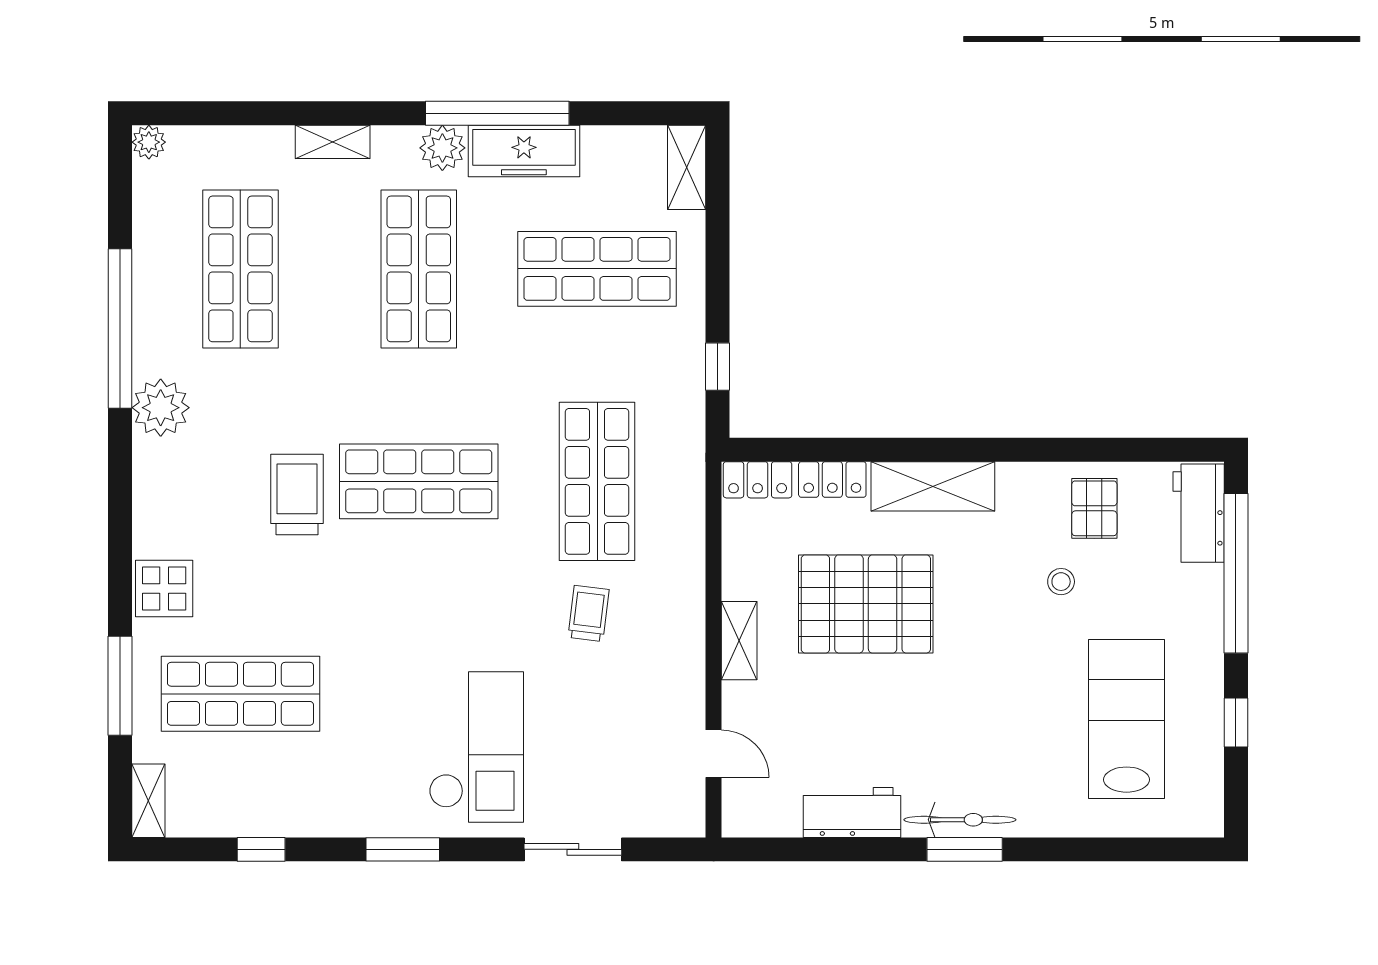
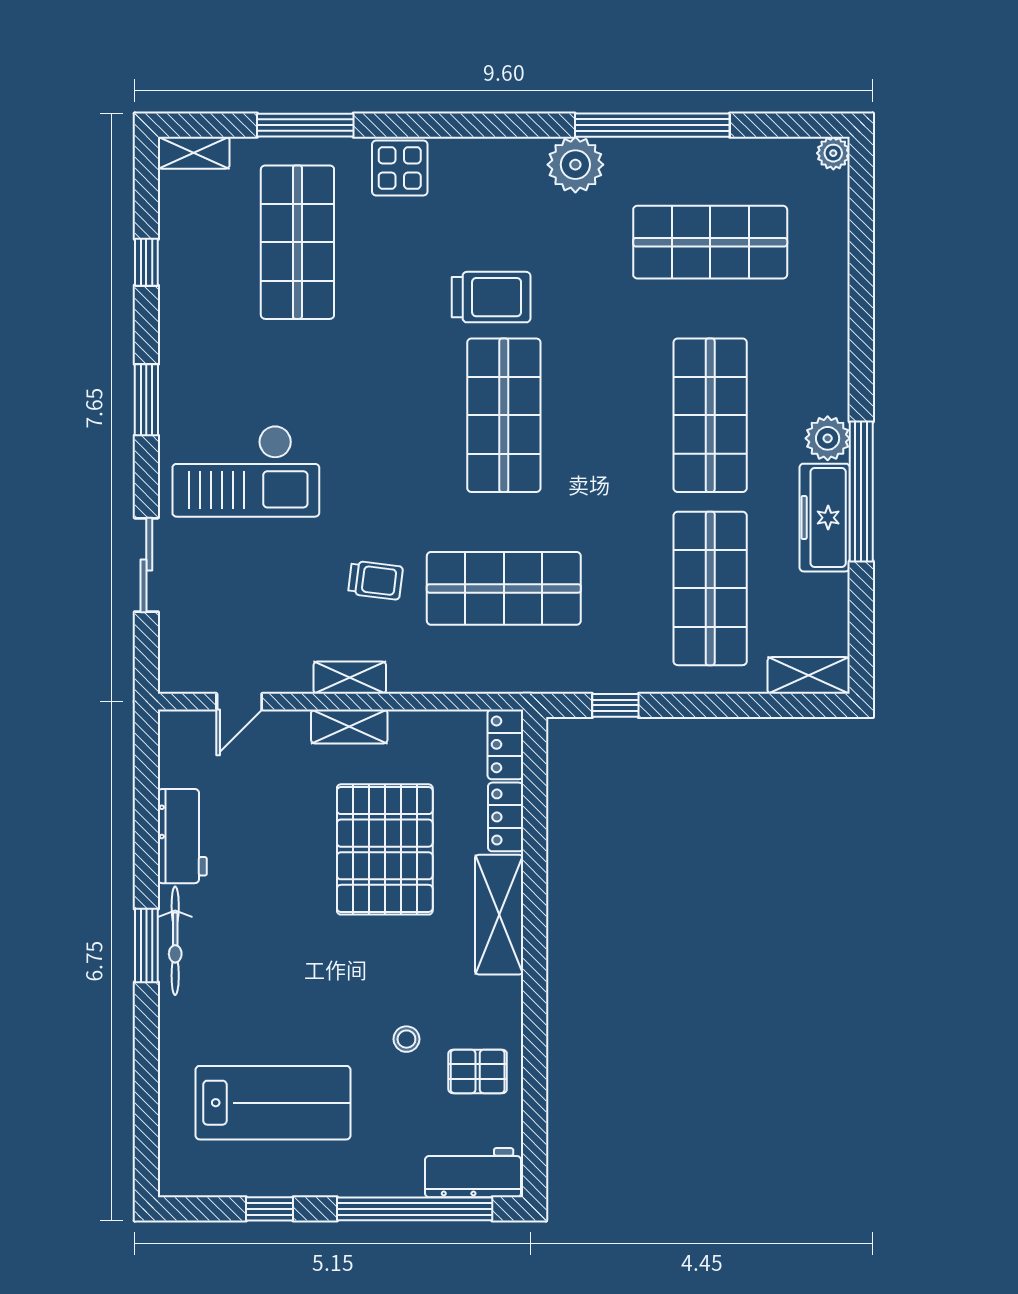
shelving: (333, 142) -> (350, 678), moved, turned 90
shop shelf: (419, 269) -> (710, 415), turned 90

